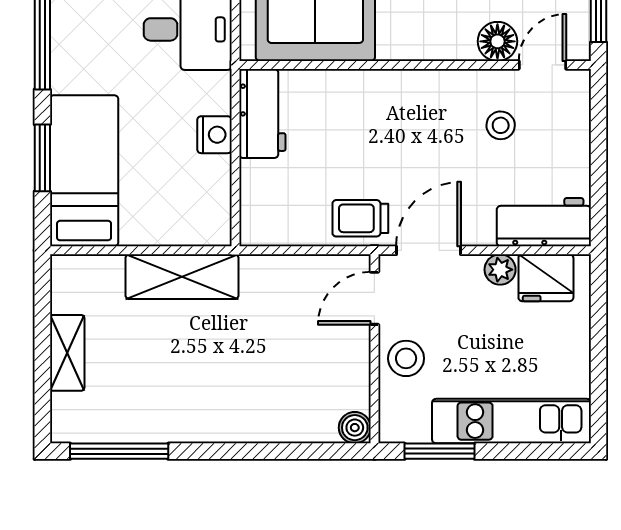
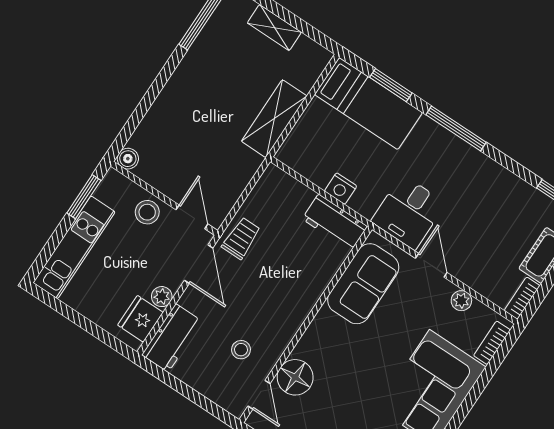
floor lamp: (497, 41) -> (295, 377), width x1.38, depth x1.38

